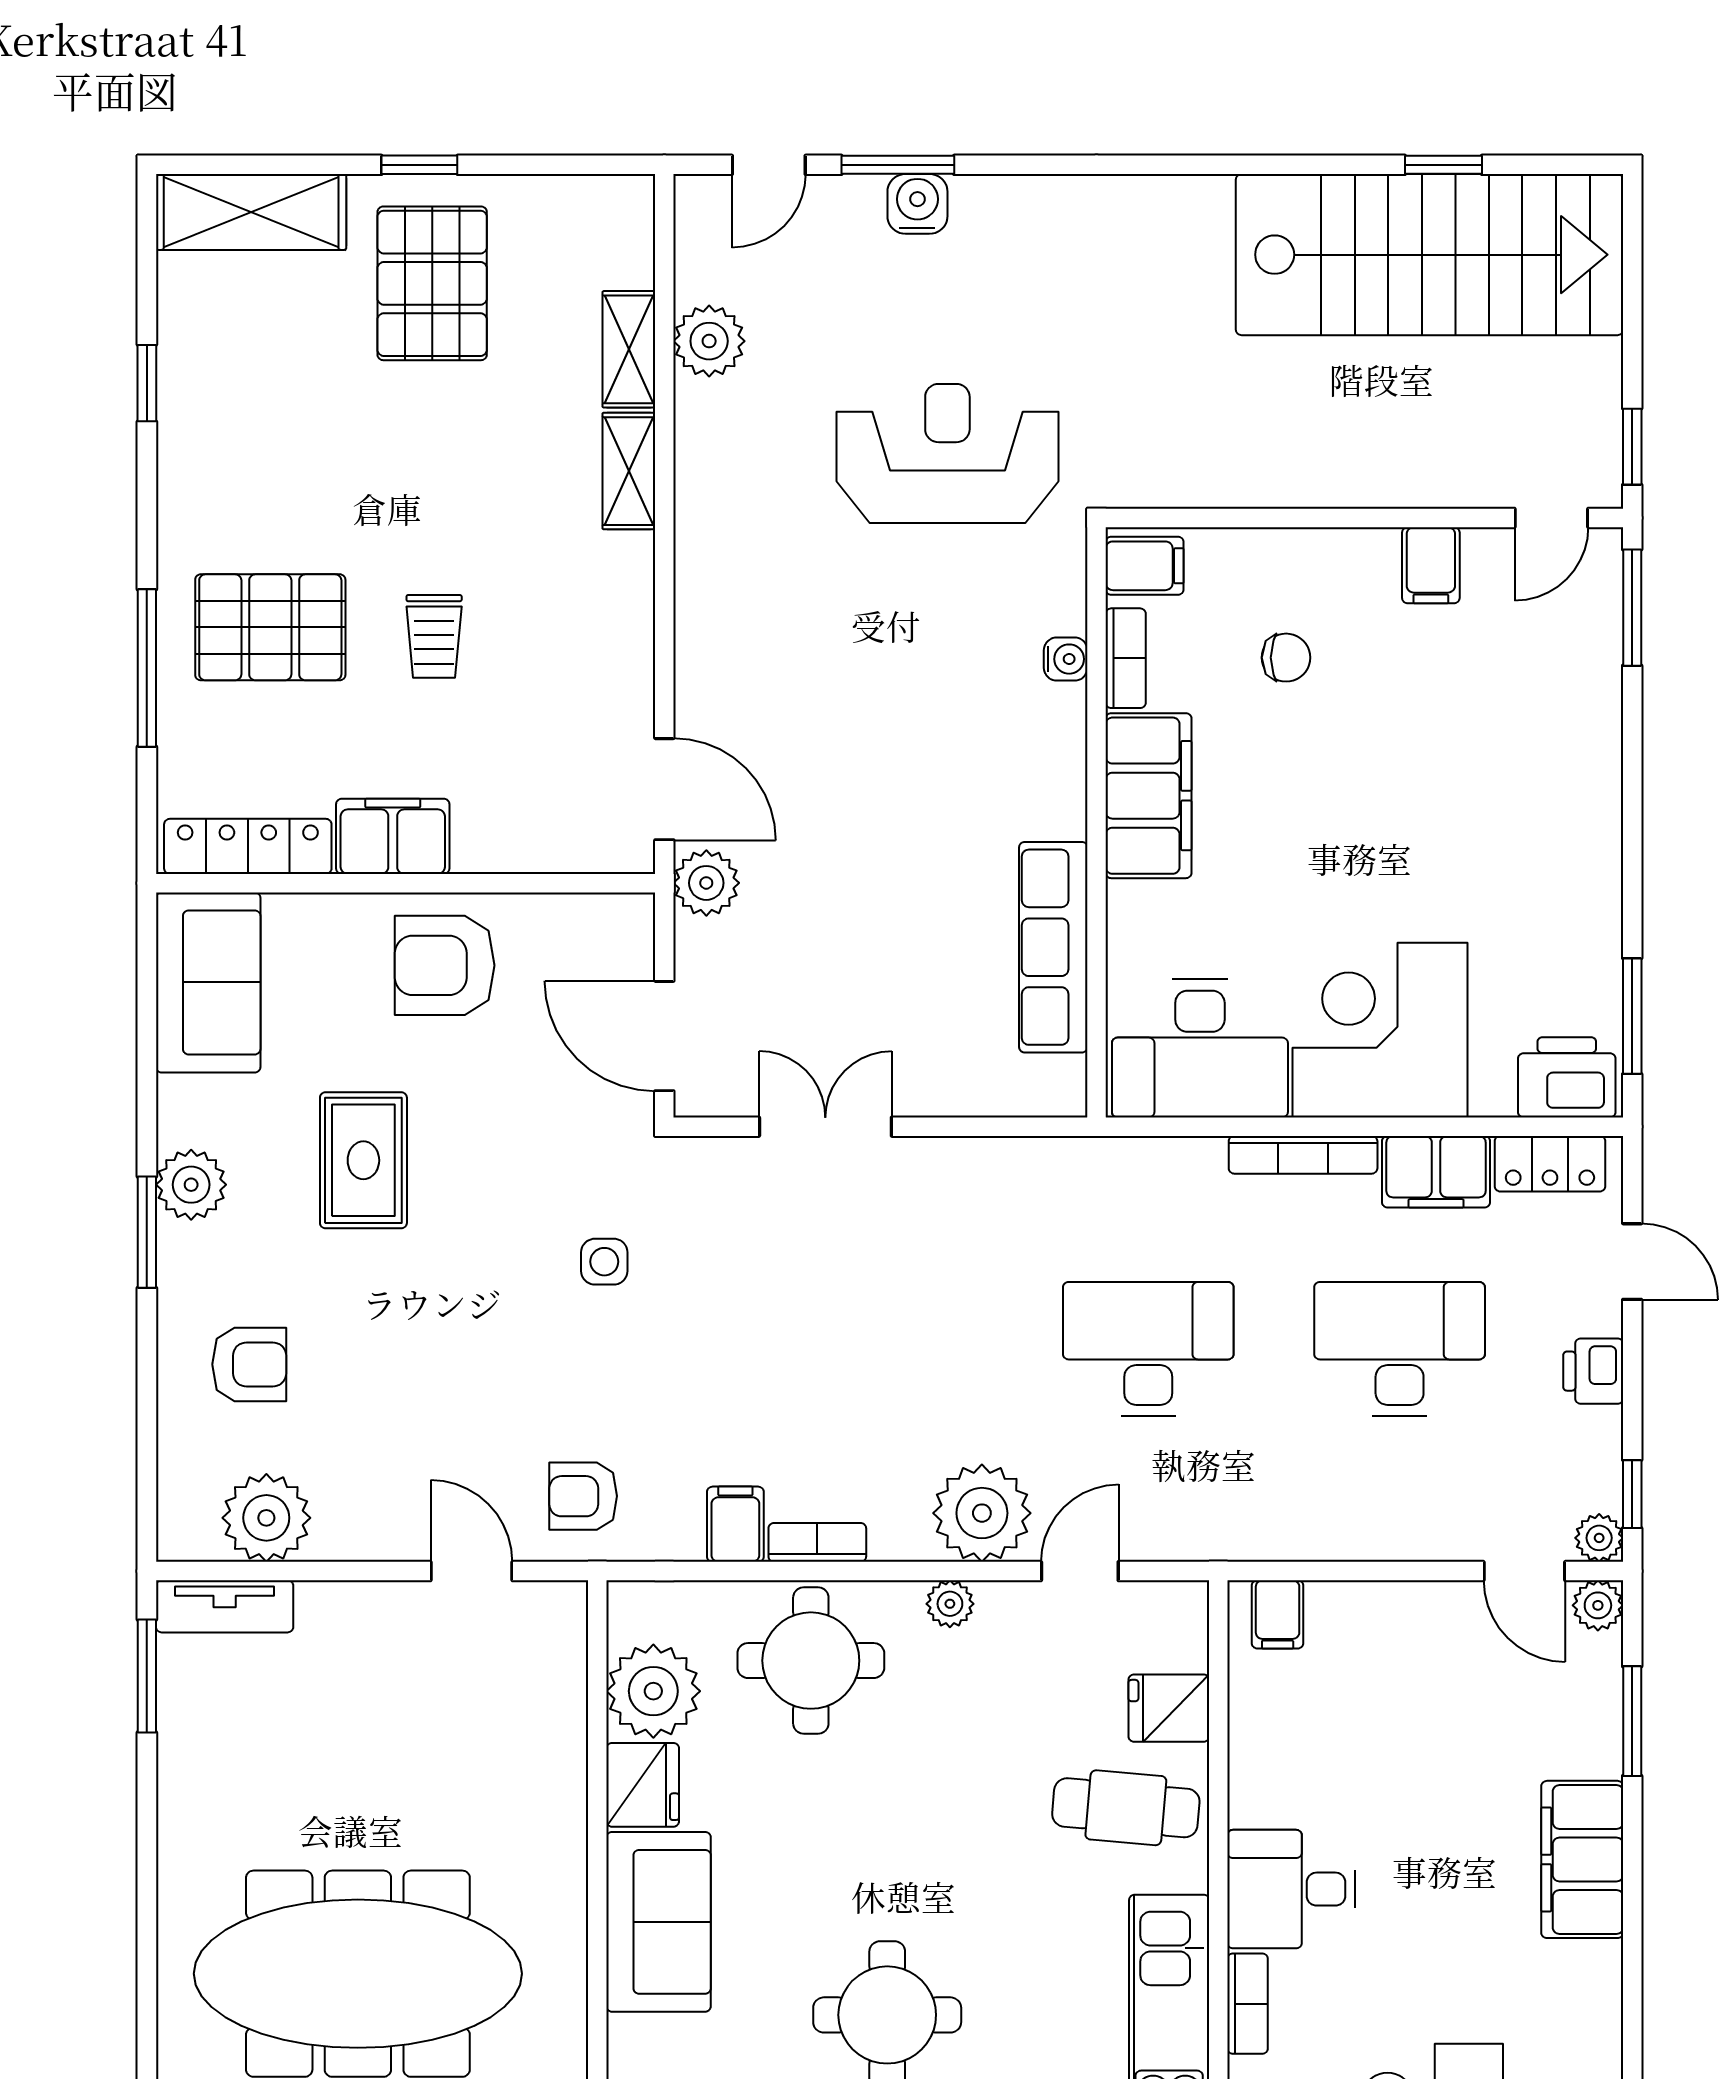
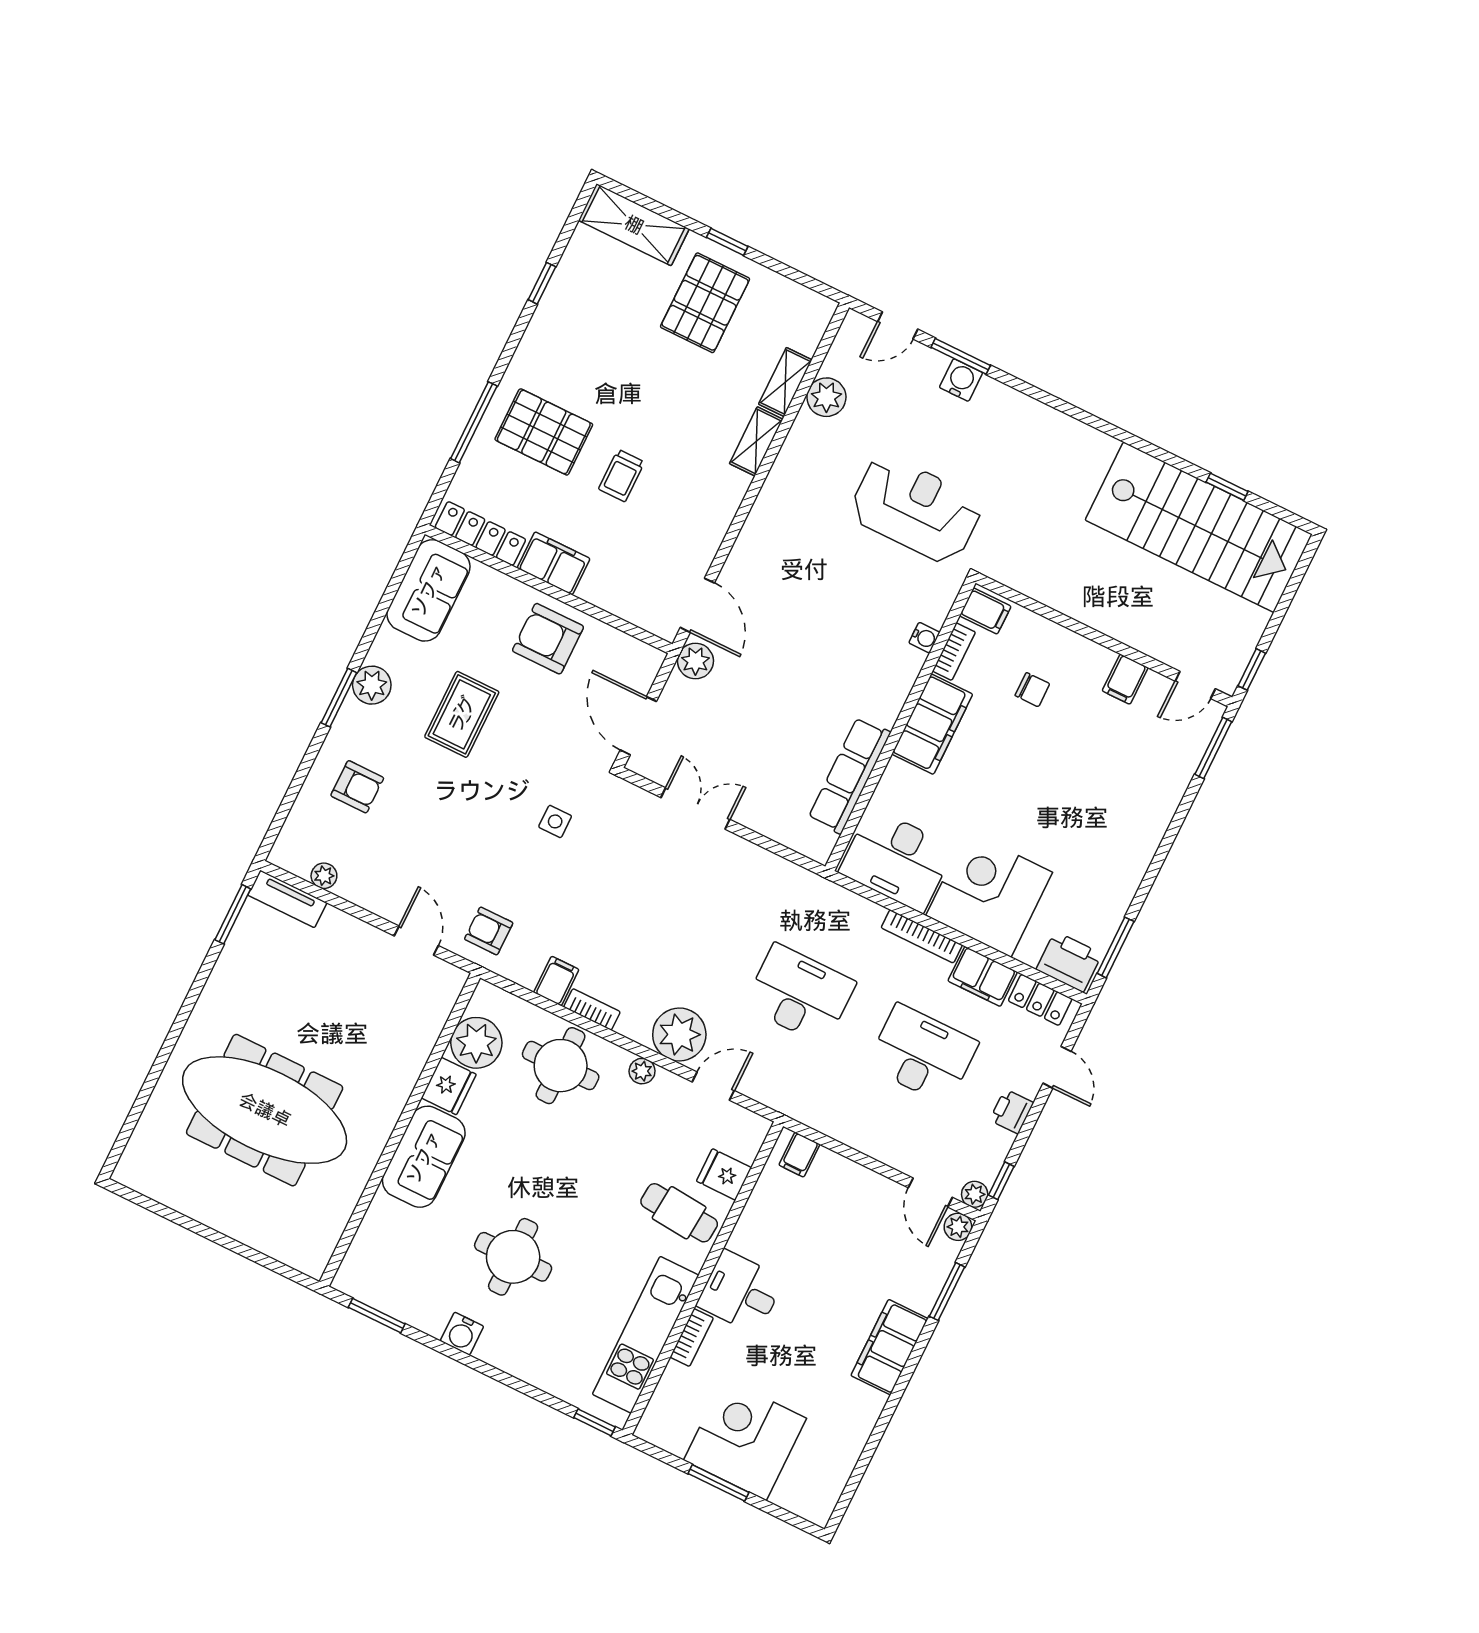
plant: (266, 1518) -> (324, 876), width x0.53, depth x0.53

